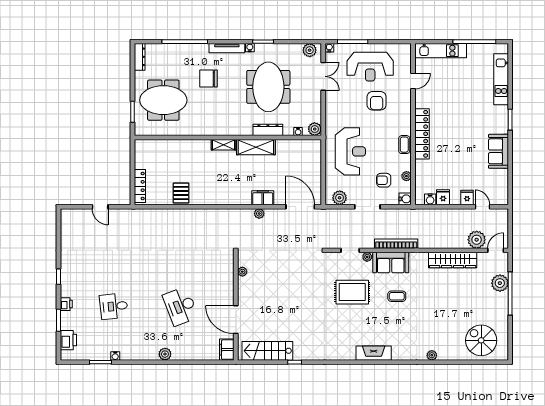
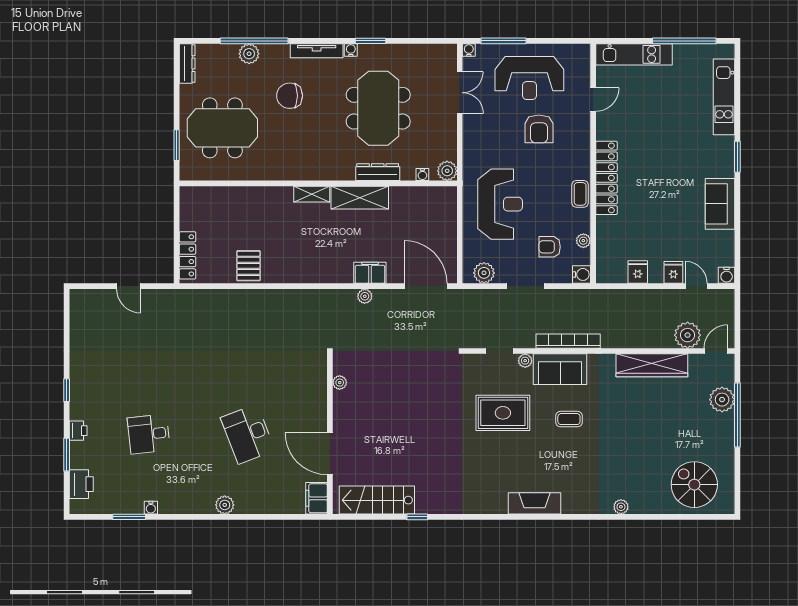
plant: (310, 50) -> (249, 54), moved
water cooler: (430, 199) -> (727, 275), moved

